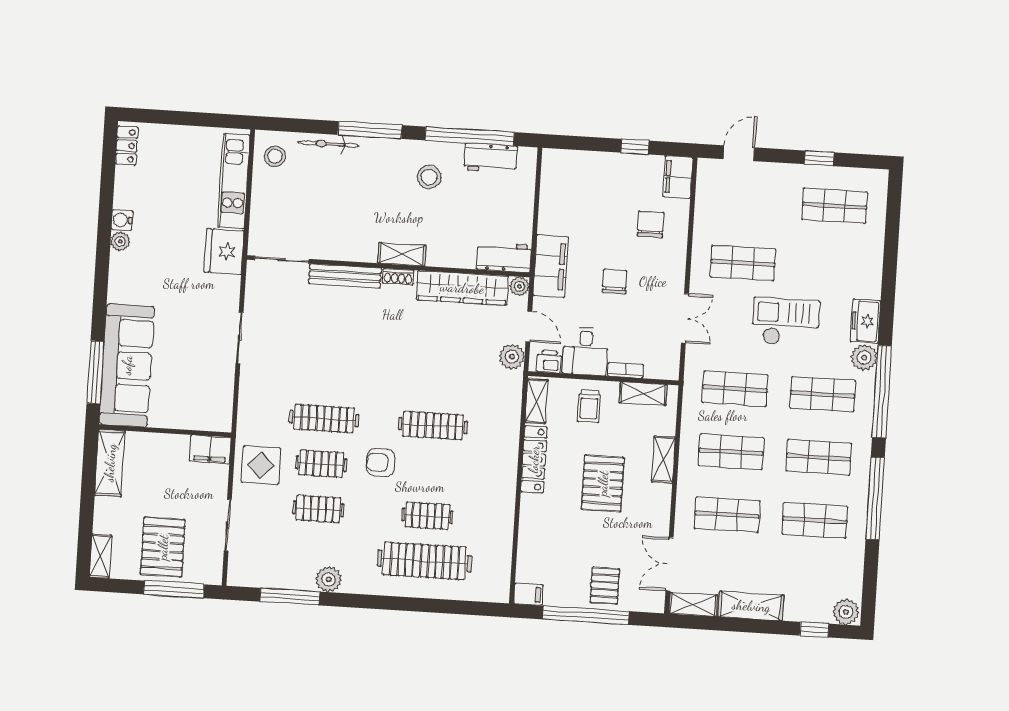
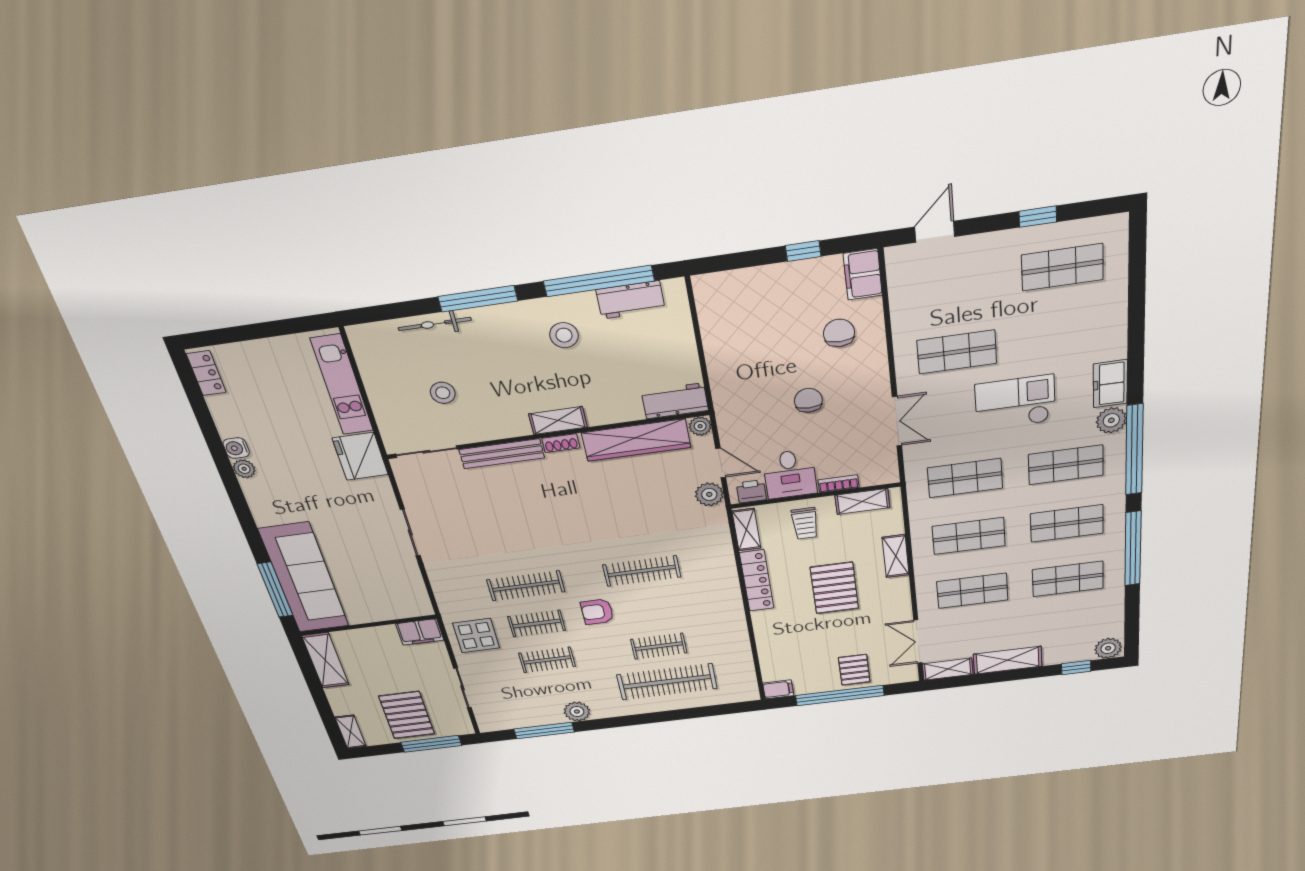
stool: (275, 156) -> (443, 393), moved
filing cabinet: (551, 266) -> (731, 399), removed

